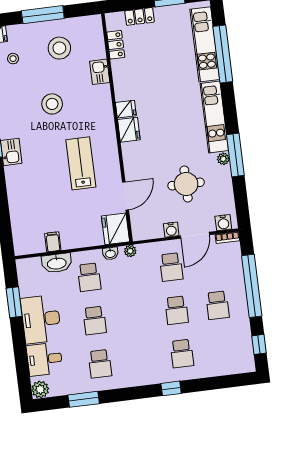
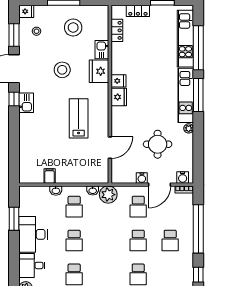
window: (235, 155) -> (198, 95), moved
fridge: (115, 229) -> (99, 71), moved
plant: (130, 251) -> (108, 195), width x1.87, depth x1.87
washbasin: (57, 263) -> (56, 191), width x0.52, depth x0.69

